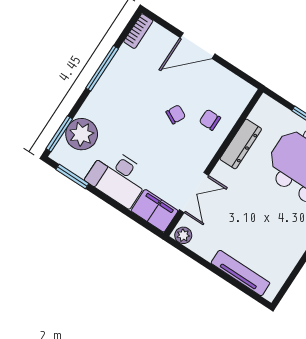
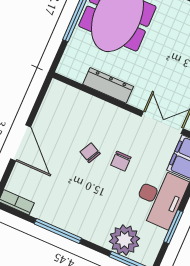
chair: (210, 120) -> (121, 161), moved
window: (72, 177) -> (173, 227), moved

